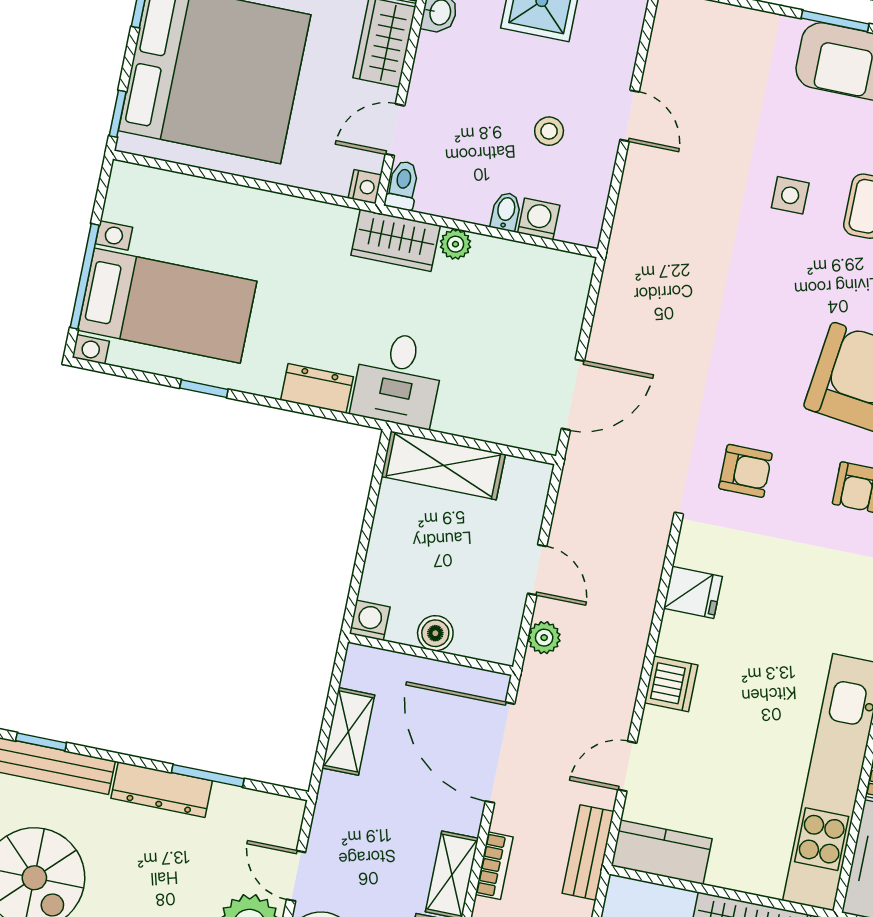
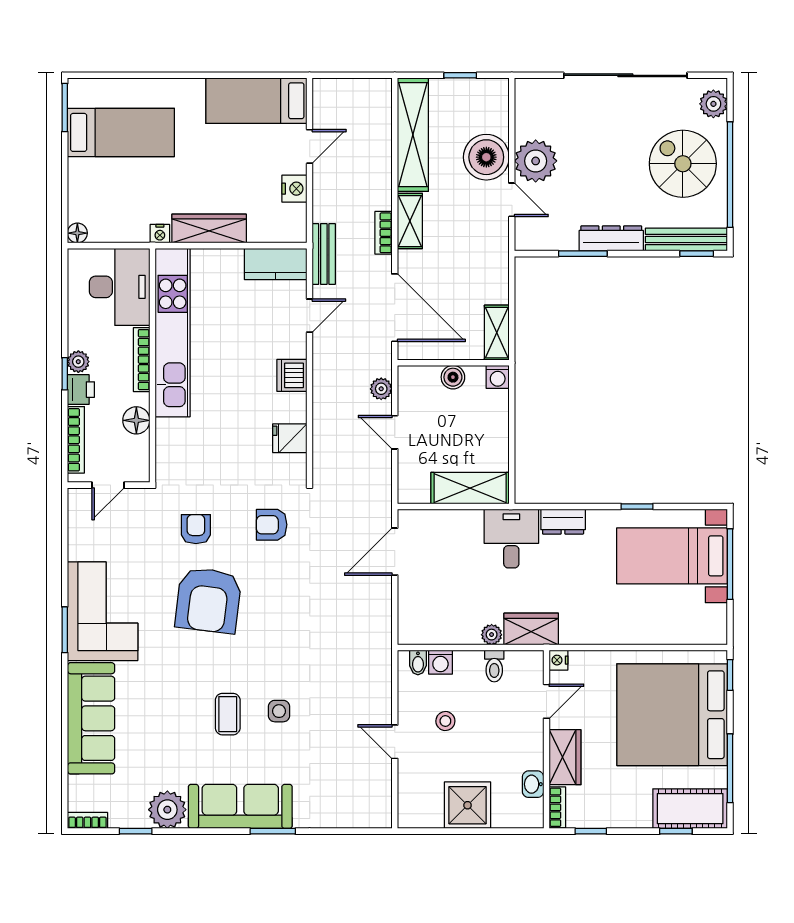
toilet: (403, 185) -> (494, 666), moved
bidet: (506, 212) -> (418, 663), moved
shelving: (348, 731) -> (497, 333), moved

